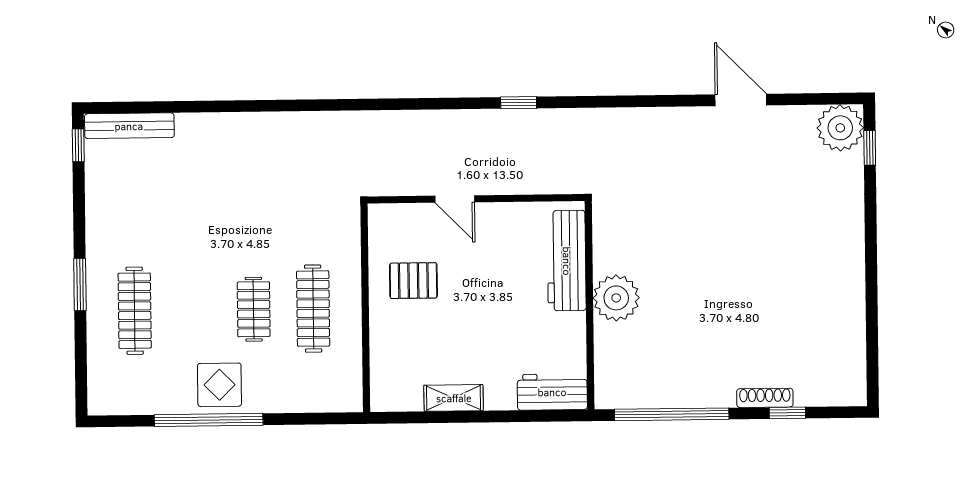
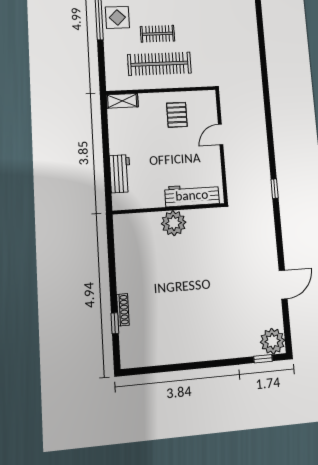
window: (519, 103) -> (275, 189), moved
clothes rail: (313, 309) -> (159, 64), width x1.37, depth x1.31
workbench: (552, 392) -> (120, 174), moved
shelving: (454, 398) -> (122, 101), moved, turned 90
window: (672, 414) -> (112, 258), removed

